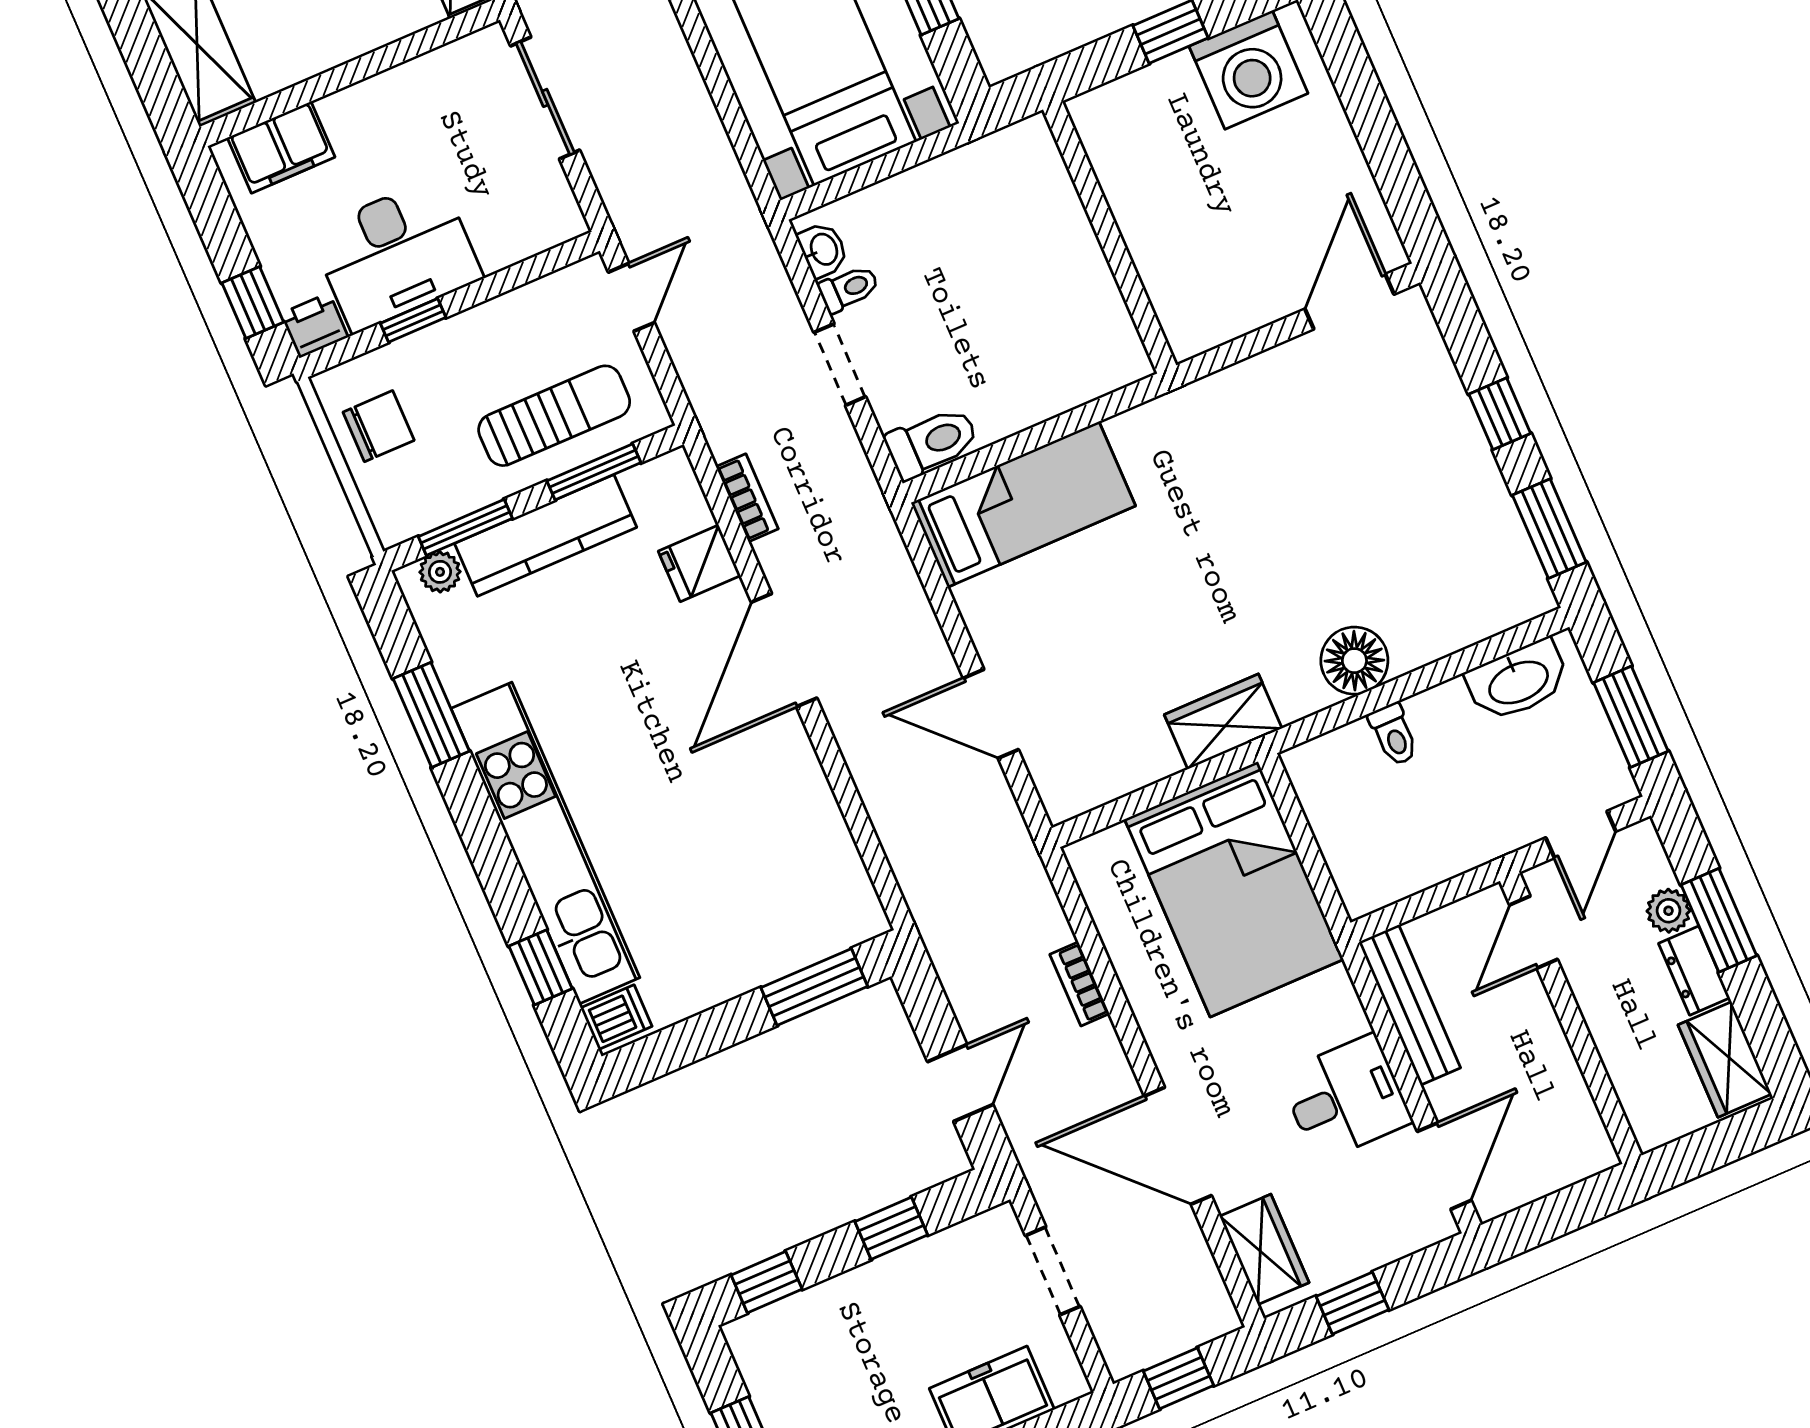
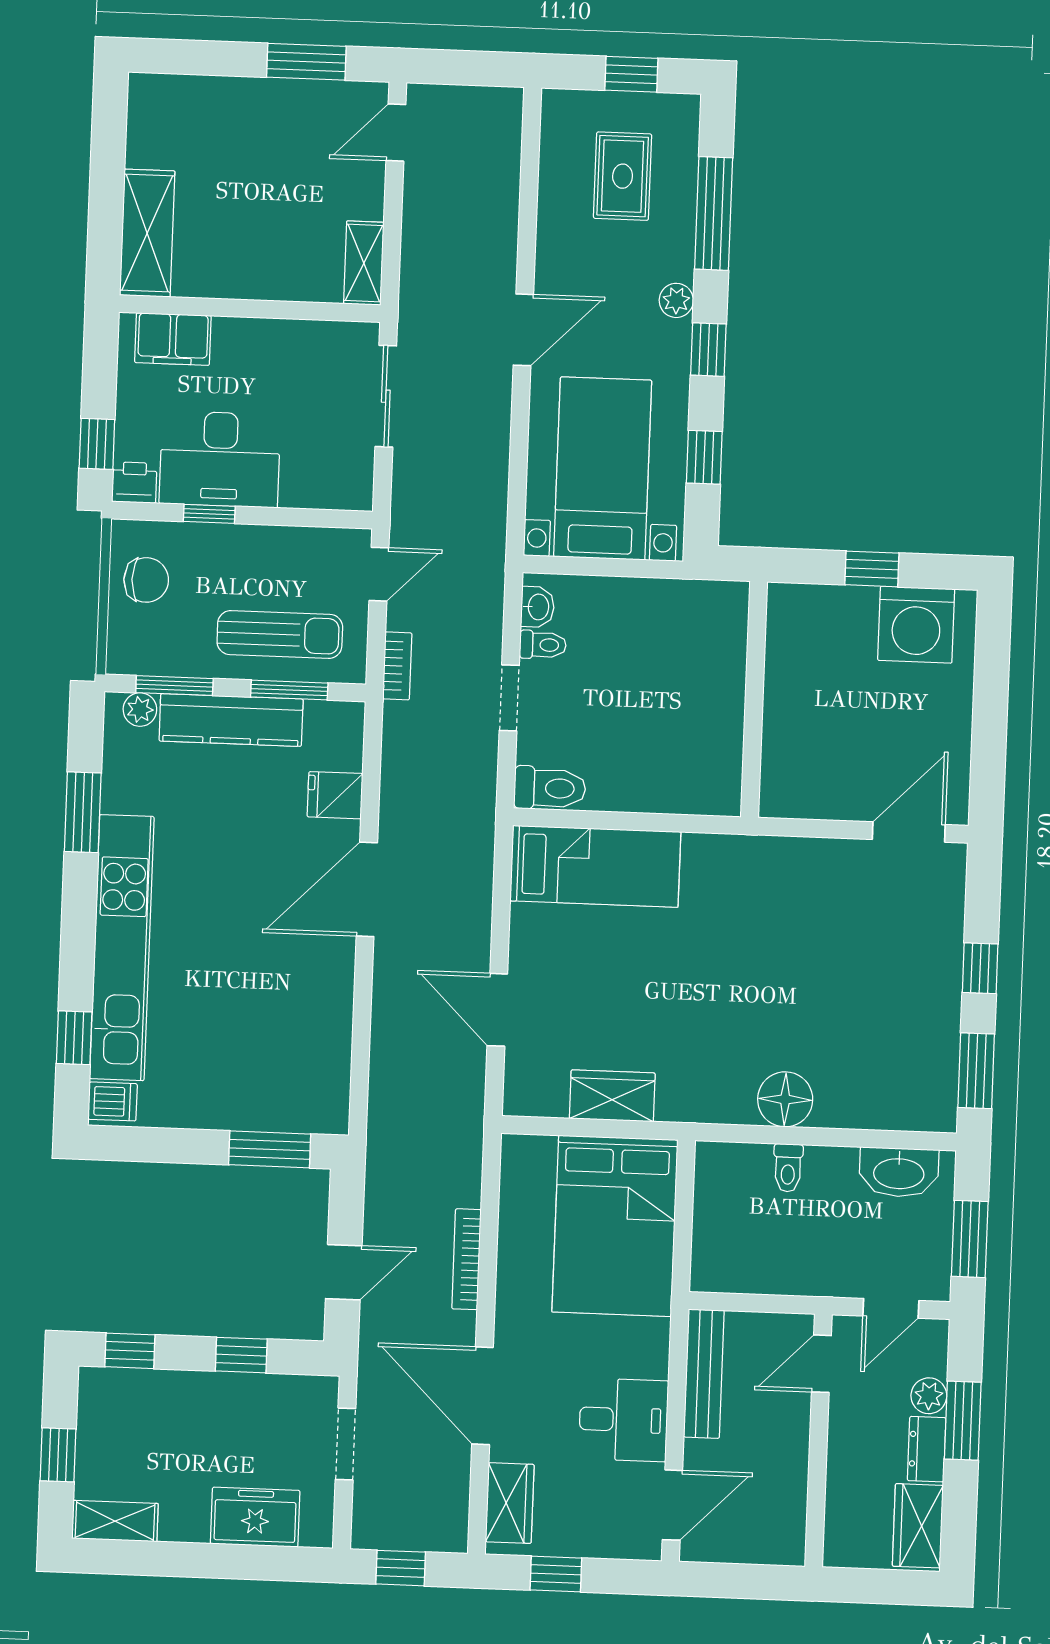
bookcase: (747, 498) -> (397, 666), moved
wardrobe: (1223, 722) -> (612, 1096), moved
bookcase: (1080, 984) -> (466, 1259), width x1.56

